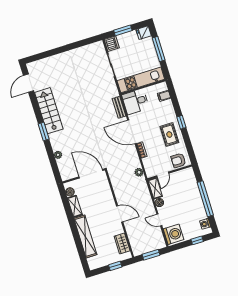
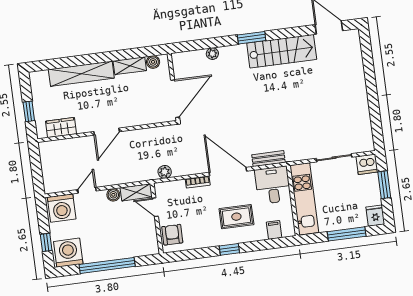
door: (132, 132) -> (228, 172), hinge flipped
rug: (169, 135) -> (236, 217), moved
washing machine: (205, 224) -> (68, 253), width x1.89, depth x1.89
window: (151, 255) -> (36, 169), removed

